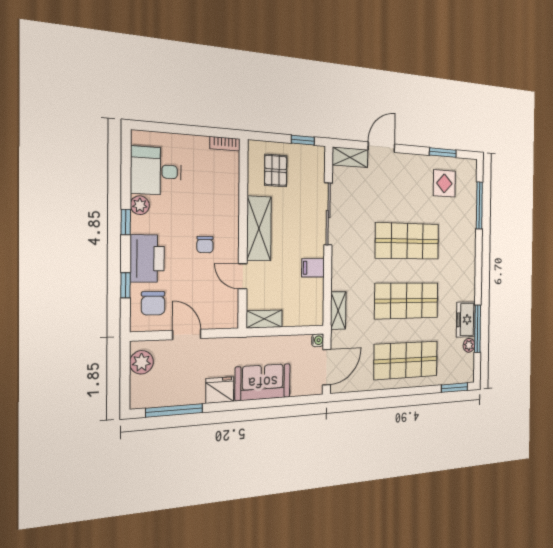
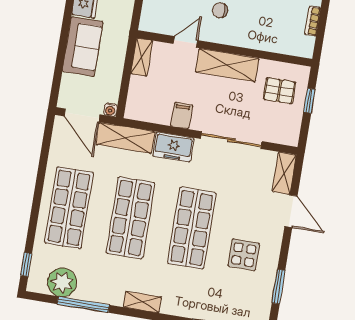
window: (303, 140) -> (309, 101), moved
bookcase: (225, 144) -> (313, 21), moved
display table: (444, 183) -> (244, 255), moved
shelving: (469, 276) -> (142, 302), added
shelving: (338, 311) -> (125, 138), width x1.50, depth x1.33
freezer: (466, 320) -> (173, 147), moved, turned 180
plant: (469, 345) -> (62, 282), width x1.88, depth x1.88
window: (455, 388) -> (26, 264), width x0.67

